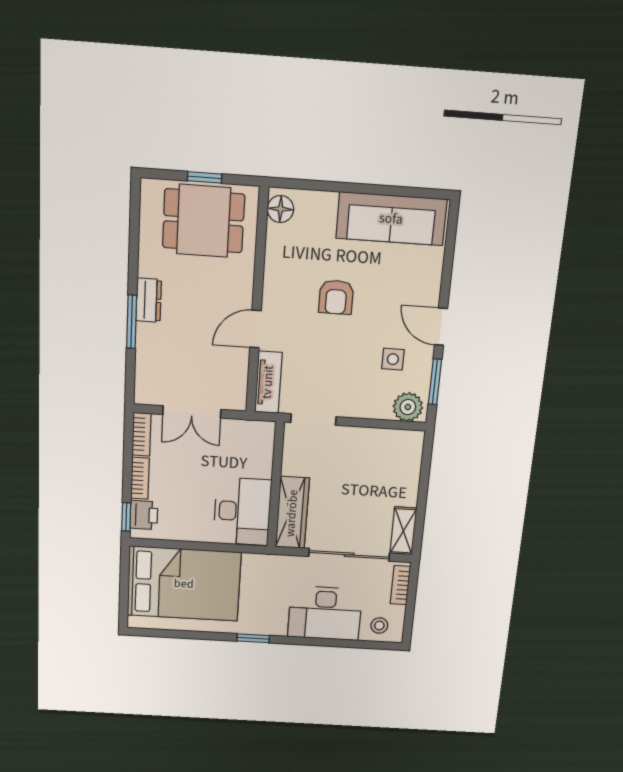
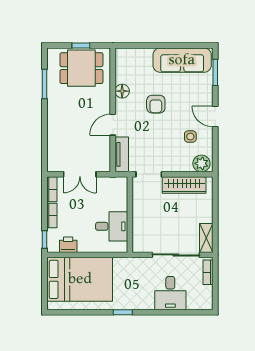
floor lamp: (280, 209) -> (122, 91), moved
dresser: (149, 300) -> (53, 113), removed
window: (132, 322) -> (45, 84), moved
window: (435, 382) -> (215, 72), moved
desk: (242, 511) -> (112, 226), width x0.73
wardrobe: (292, 513) -> (184, 185), moved, turned 90
printer: (144, 515) -> (68, 245), moved, turned -90
desk: (325, 613) -> (170, 293), width x0.73
stool: (379, 626) -> (198, 299), removed

